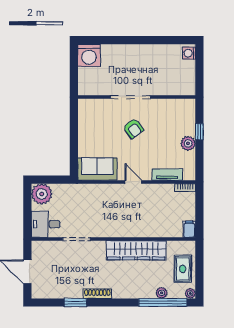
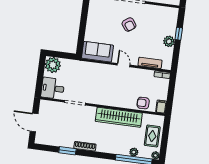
armchair: (165, 228) -> (143, 103), added

